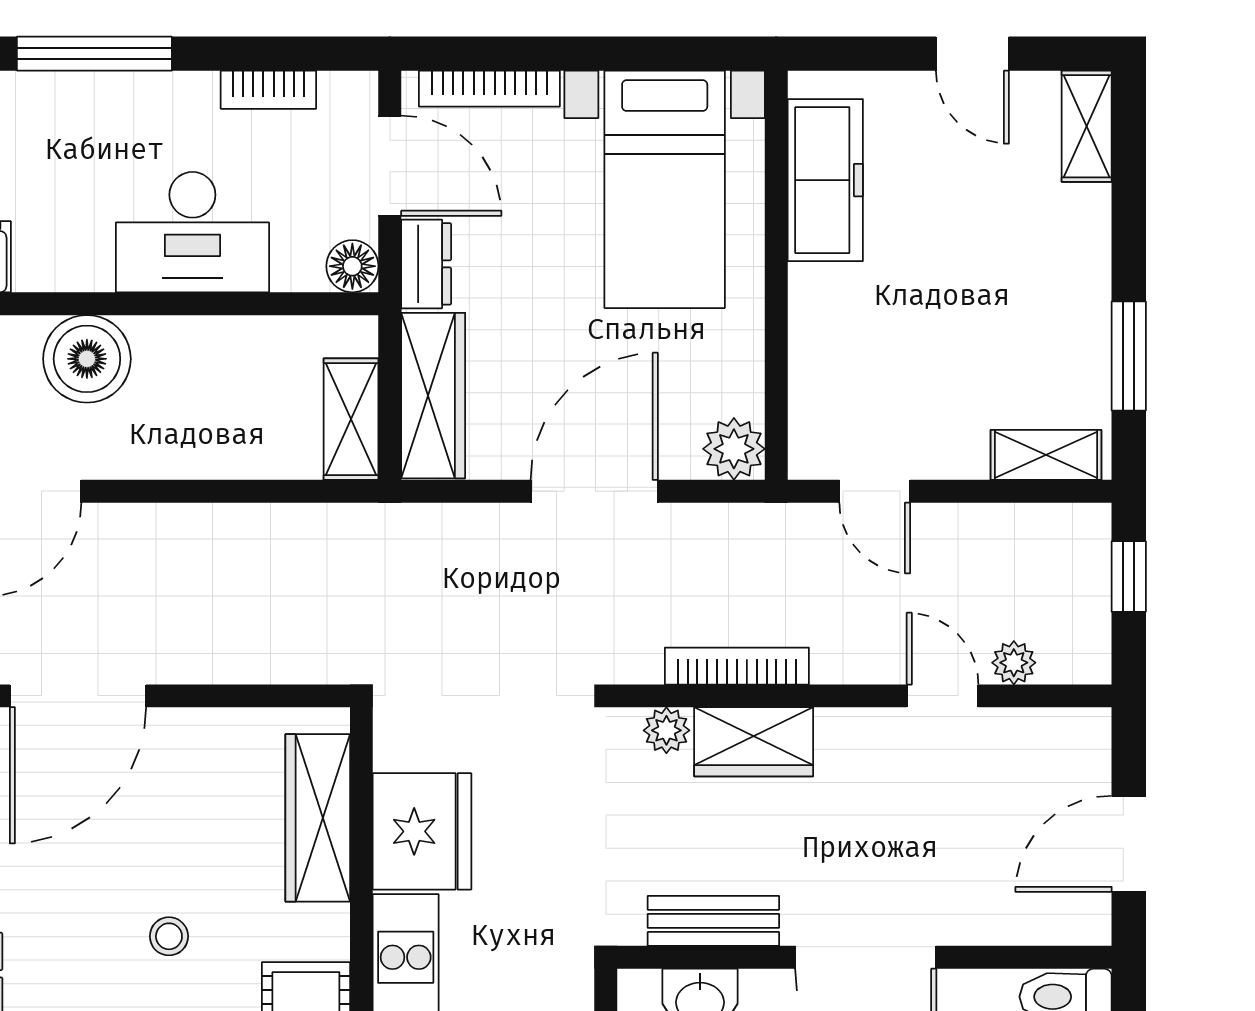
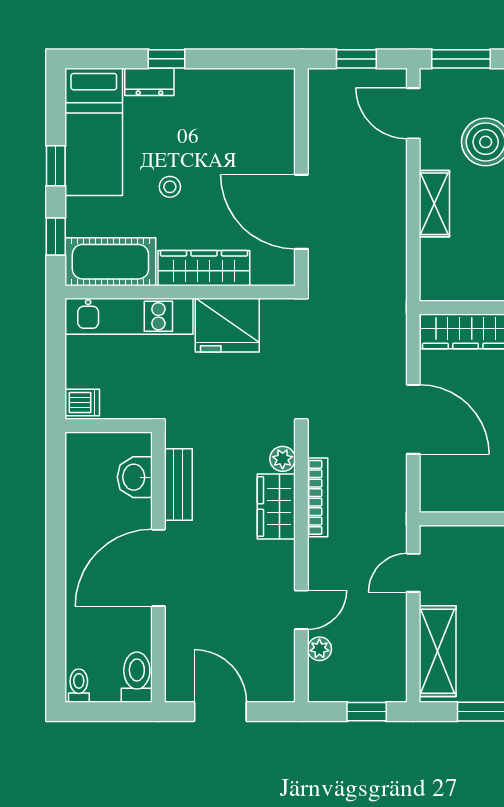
shelving: (351, 419) -> (434, 204), moved, turned 90
plant: (734, 449) -> (436, 496), removed
shelving: (1046, 455) -> (438, 651), width x1.50, depth x1.33
door: (78, 696) -> (301, 212), moved
wardrobe: (318, 818) -> (204, 268), moved

